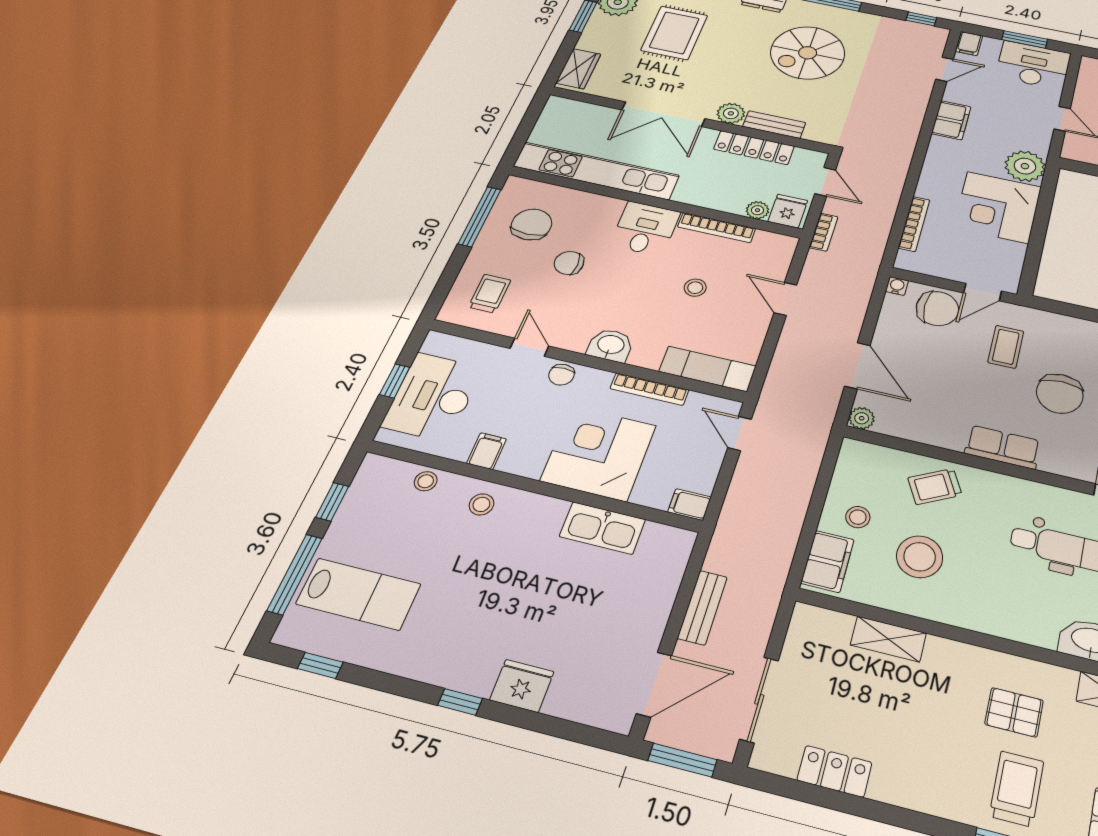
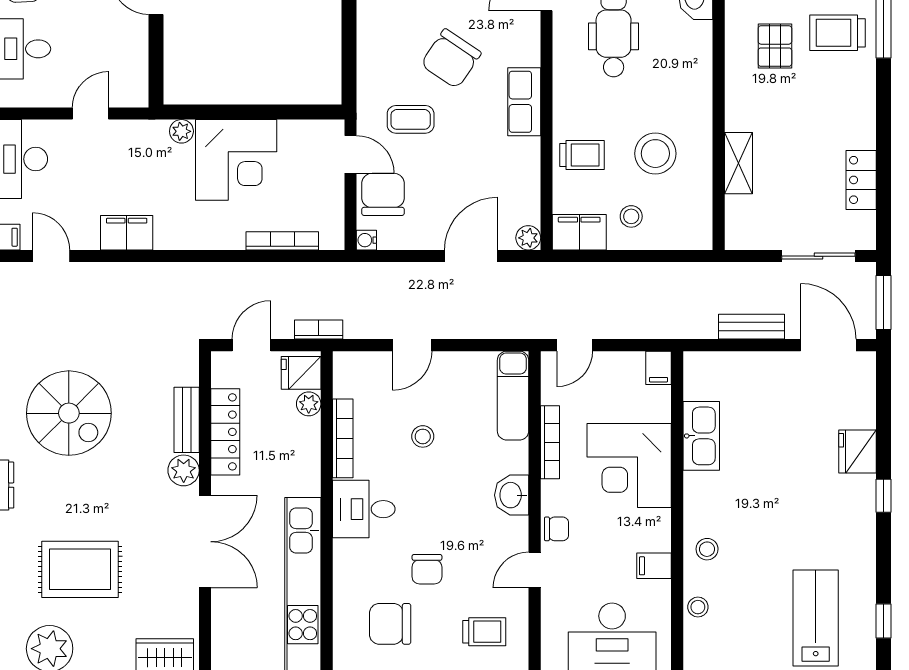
plant: (1025, 166) -> (181, 131), width x0.53, depth x0.53
trolley: (490, 293) -> (484, 632), turned 180
chair: (1060, 394) -> (451, 59), turned 124
trolley: (935, 486) -> (582, 155), turned -62
filing cabinet: (827, 561) -> (579, 232), moved

